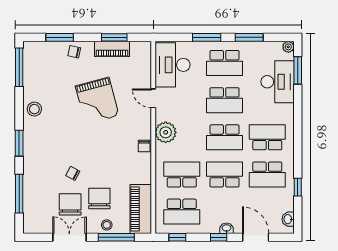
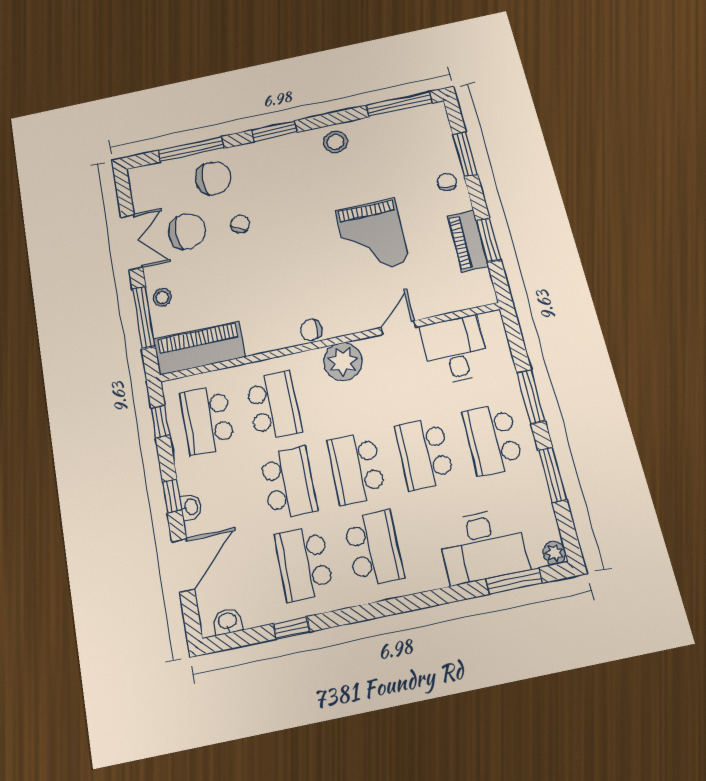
desk: (172, 65) -> (455, 350), width x0.73
grand piano: (97, 101) -> (372, 236), turned -75
chair: (99, 199) -> (213, 178), moved

